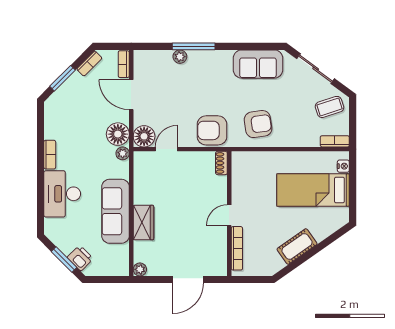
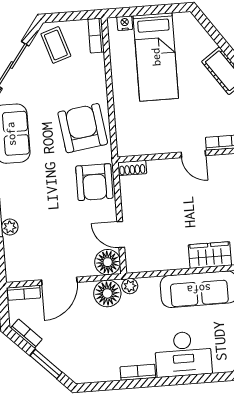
armchair: (258, 124) -> (83, 128), width x1.36, depth x1.36

